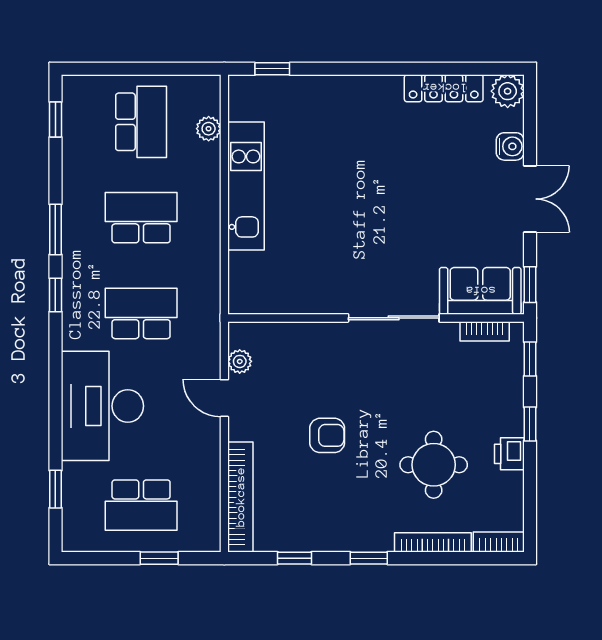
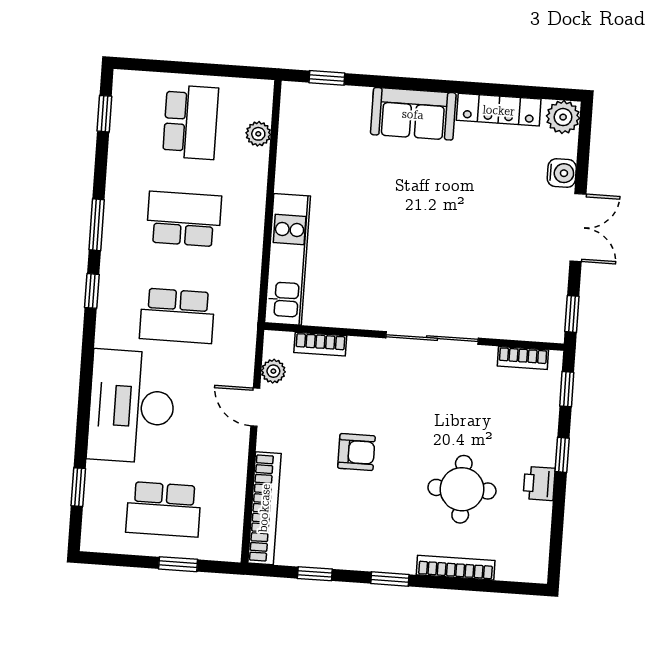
kitchen unit: (246, 186) -> (287, 259), moved
sofa: (480, 291) -> (413, 114), moved, turned 180
school desk: (141, 313) -> (177, 316), turned 180
bookcase: (499, 542) -> (320, 344), moved, turned 180

